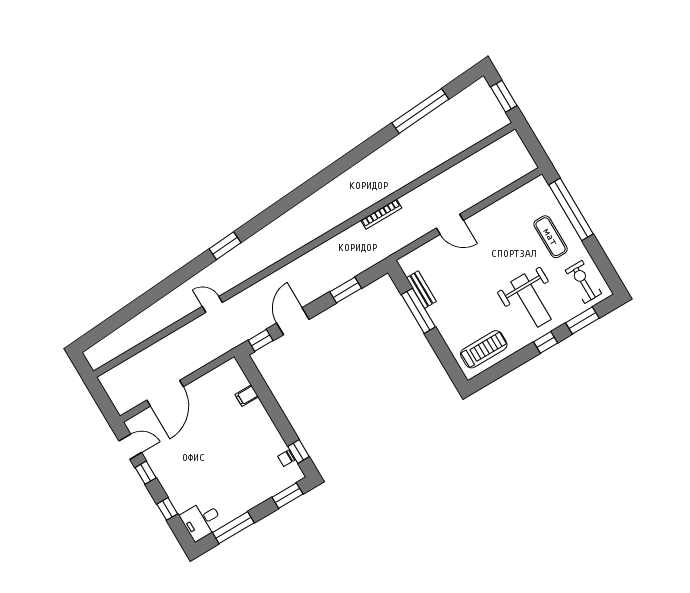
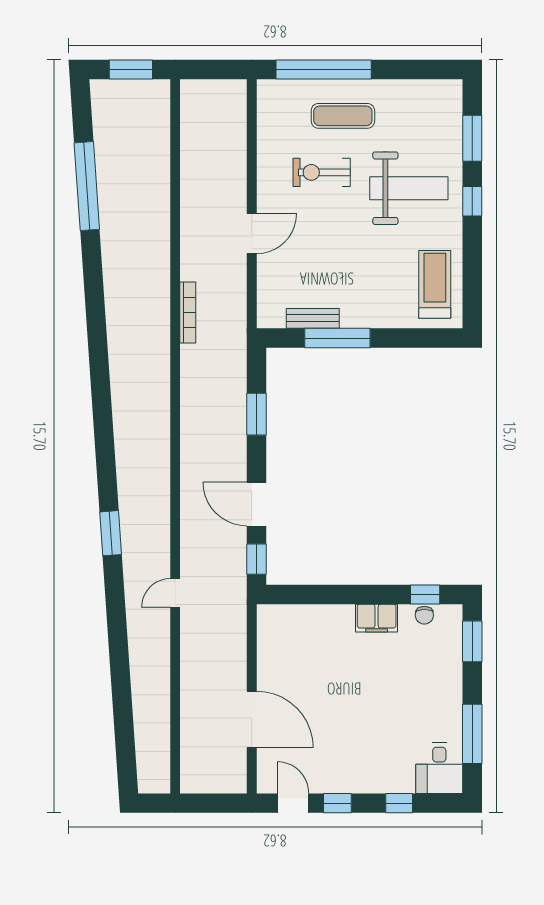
exercise bike: (583, 282) -> (322, 172), moved
filing cabinet: (247, 396) -> (377, 618), moved, width x2.00
door: (130, 447) -> (293, 803), hinge flipped

